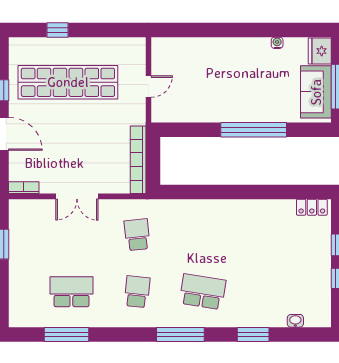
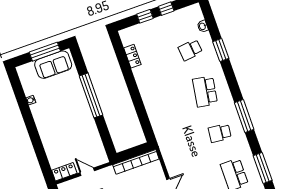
fridge: (320, 51) -> (26, 71), removed
locker: (160, 54) -> (64, 172), added
locker: (312, 207) -> (132, 56), moved
school desk: (137, 235) -> (190, 50), moved
window: (180, 334) -> (244, 116), moved

